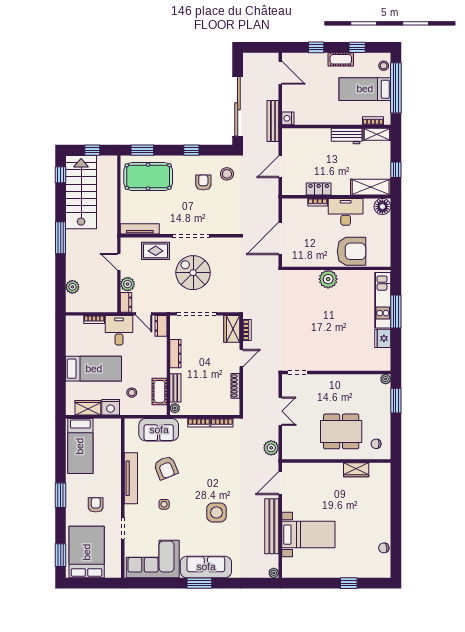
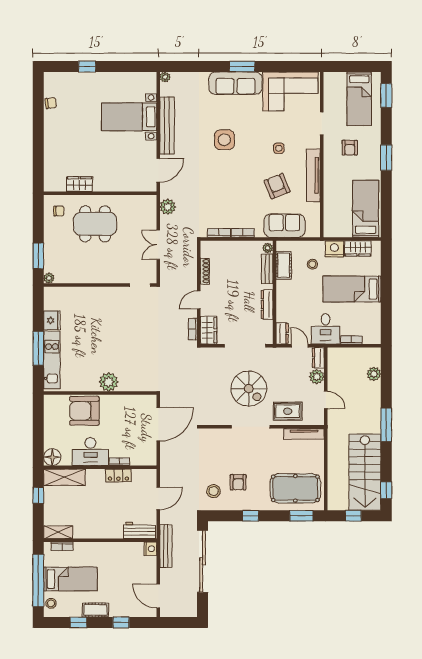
workbench: (347, 136) -> (140, 530), moved
bed: (87, 552) -> (359, 99), width x0.67

